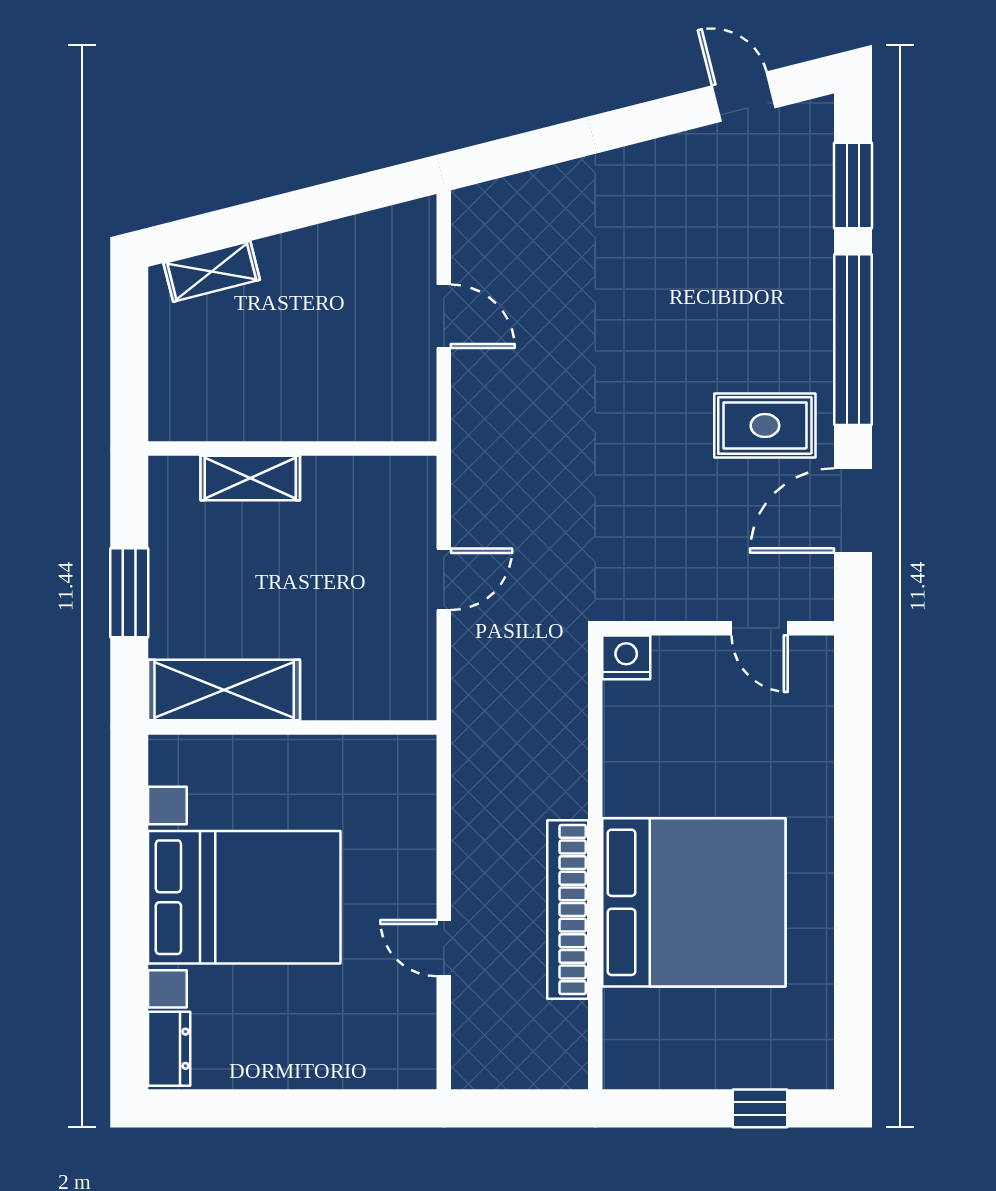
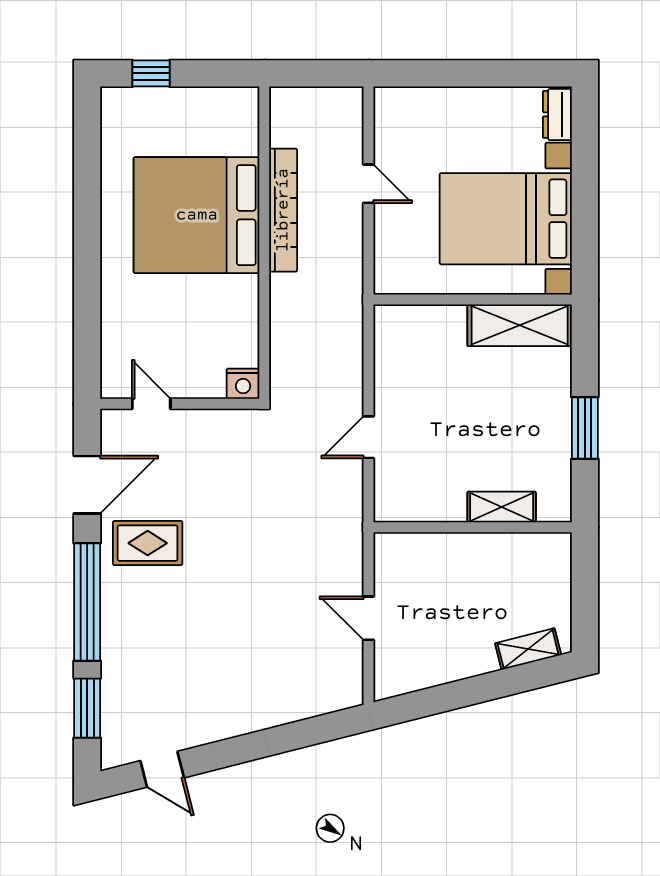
shelving: (224, 690) -> (520, 325), moved
wall: (292, 728) -> (473, 300), moved

